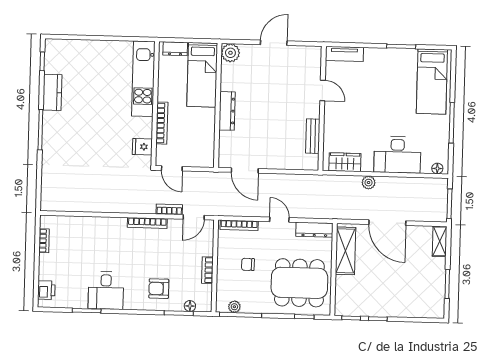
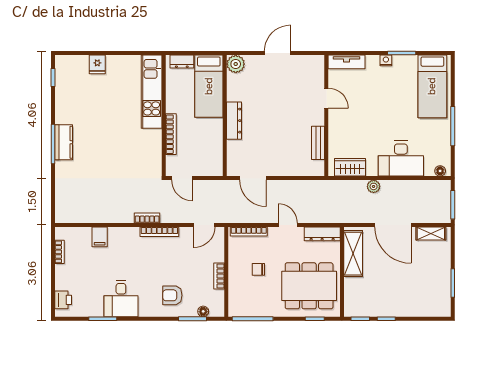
nightstand: (385, 53) -> (386, 60), added
kitchen counter: (52, 92) -> (64, 142), moved
fridge: (142, 147) -> (97, 64), moved, turned -90
bookcase: (169, 209) -> (147, 218), moved
filing cabinet: (86, 226) -> (100, 237), added
shelving: (440, 241) -> (431, 233), moved, turned 90
plant: (234, 307) -> (246, 311), removed

